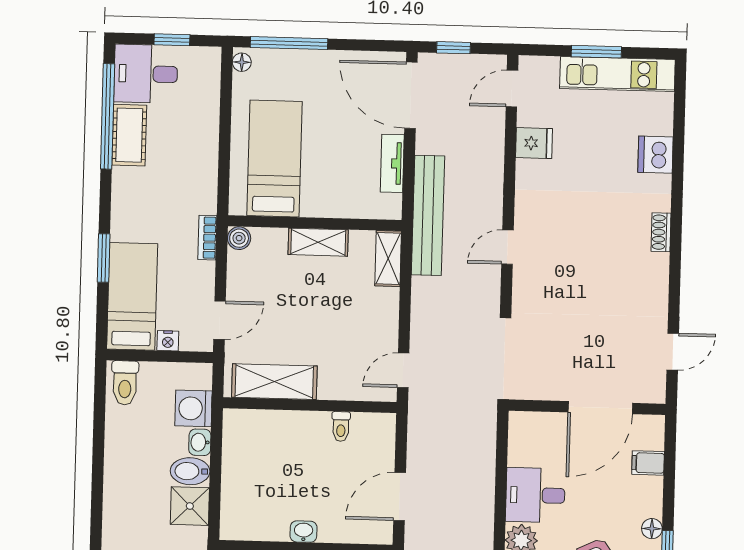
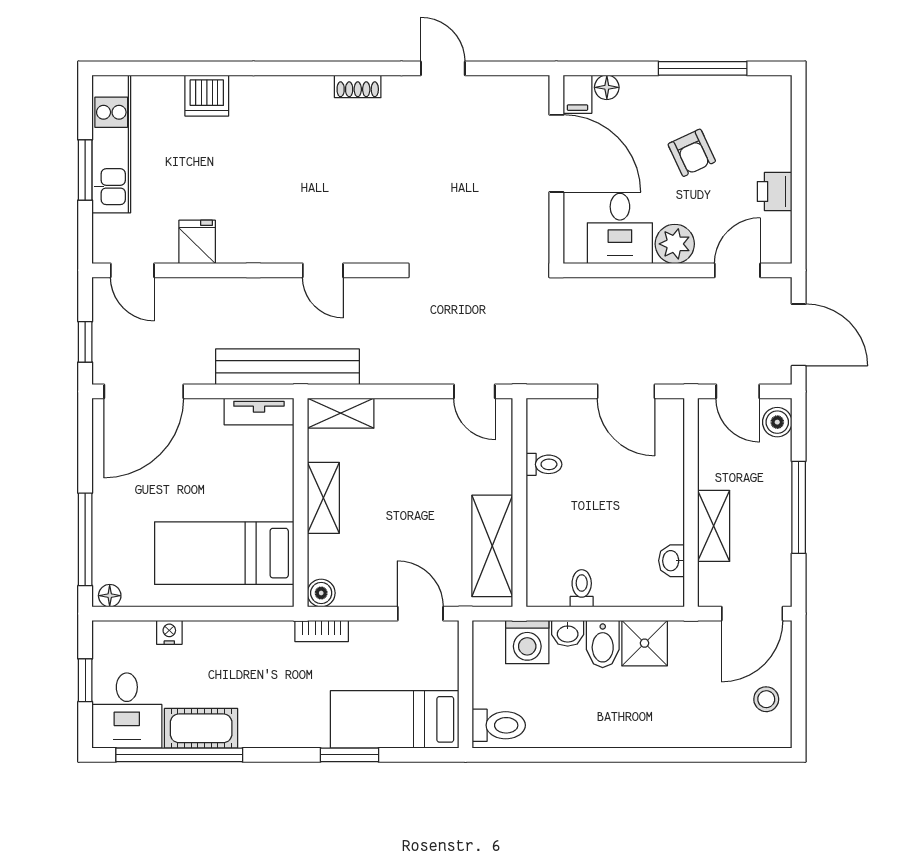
tv unit: (392, 163) -> (259, 411), moved
shoe rack: (661, 232) -> (358, 86), moved
nightstand: (168, 341) -> (169, 632), moved, turned -90
wall: (587, 407) -> (556, 169), moved
door: (600, 408) -> (556, 153), moved
toilet: (237, 455) -> (582, 588), added
floor lamp: (652, 529) -> (607, 87), moved
washbasin: (303, 532) -> (671, 561), moved

